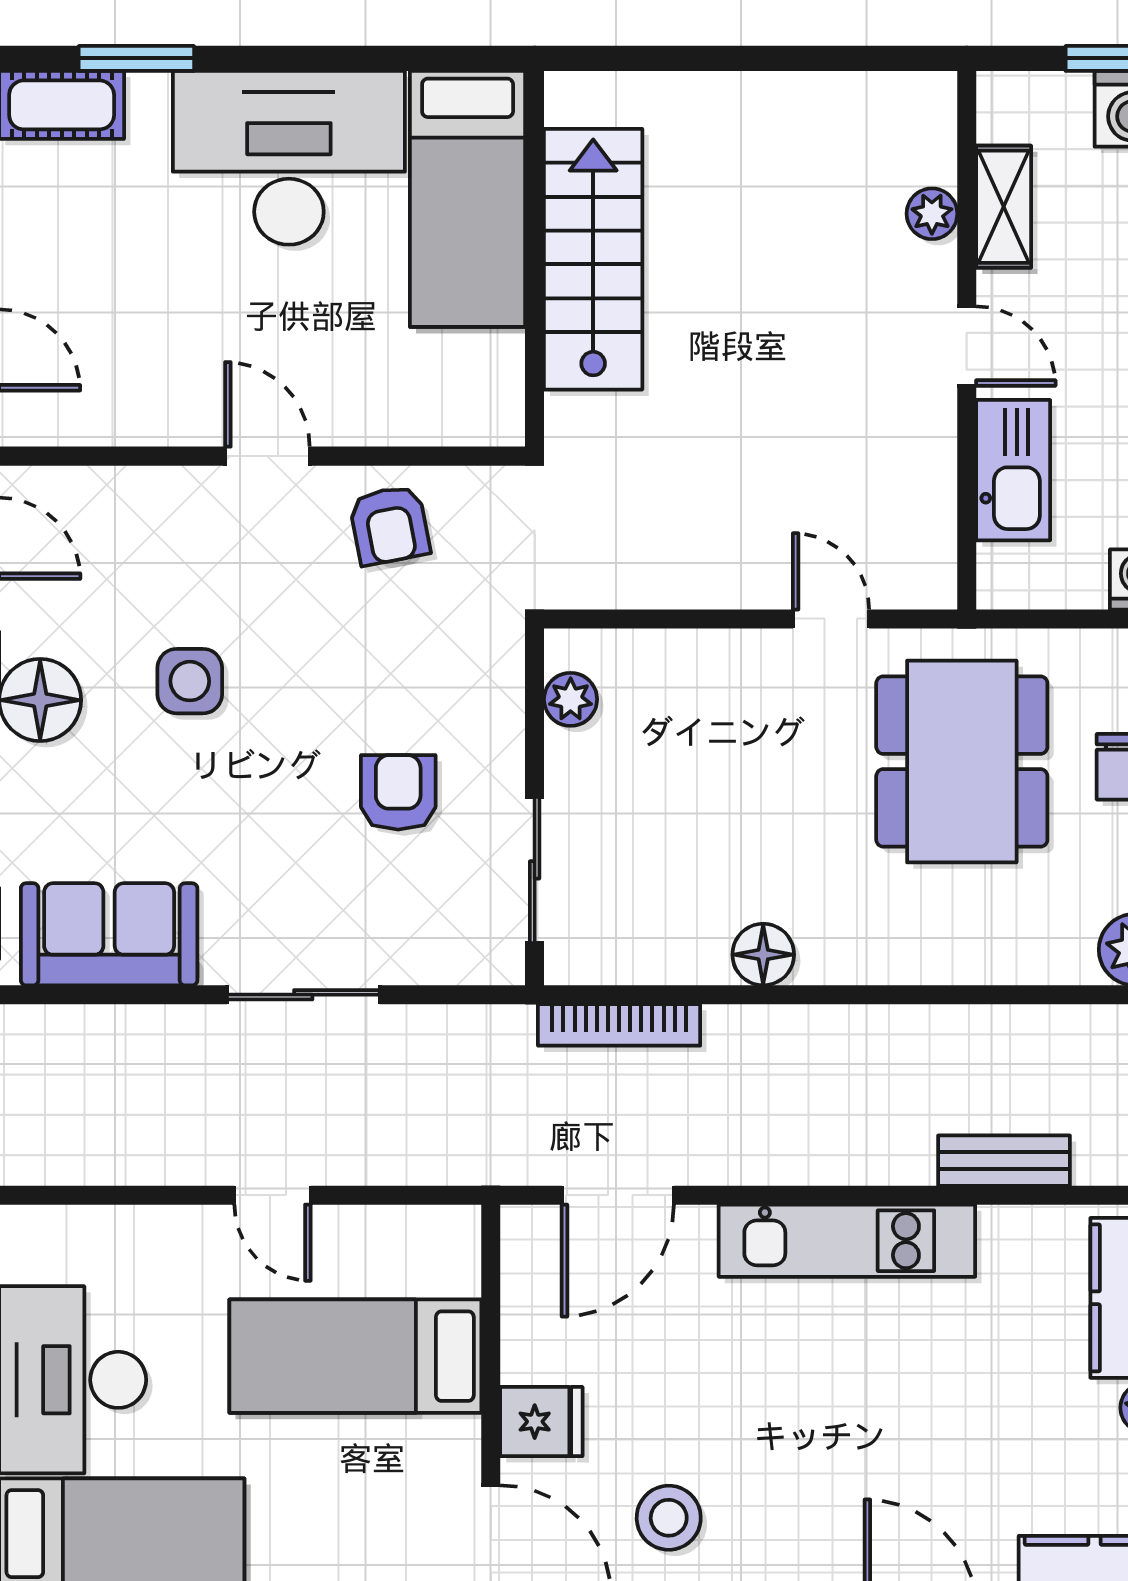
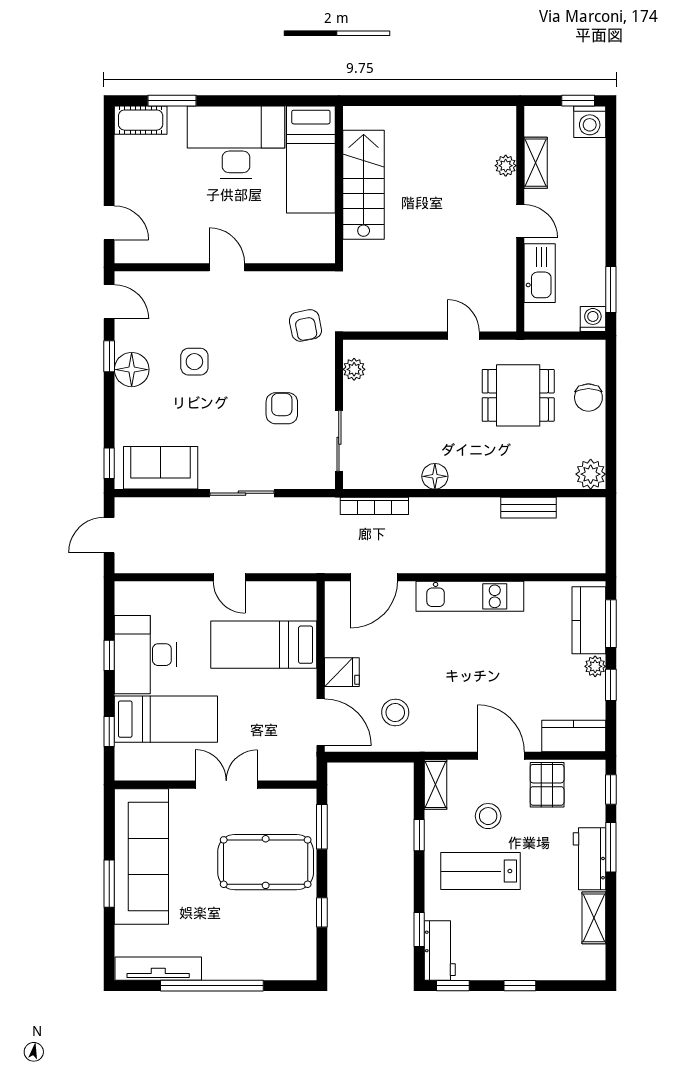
armchair: (389, 525) -> (305, 325), moved
dining table: (962, 762) -> (518, 395), width x0.73
bench: (1004, 1161) -> (529, 508), moved

